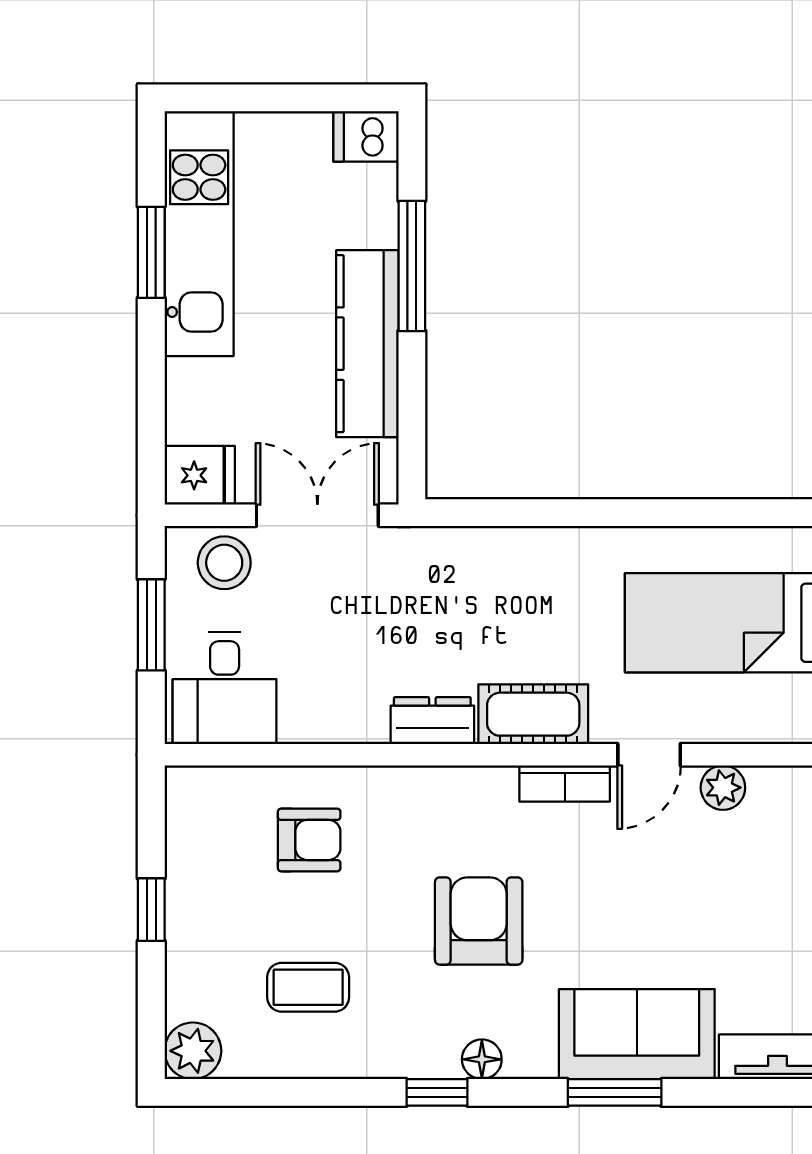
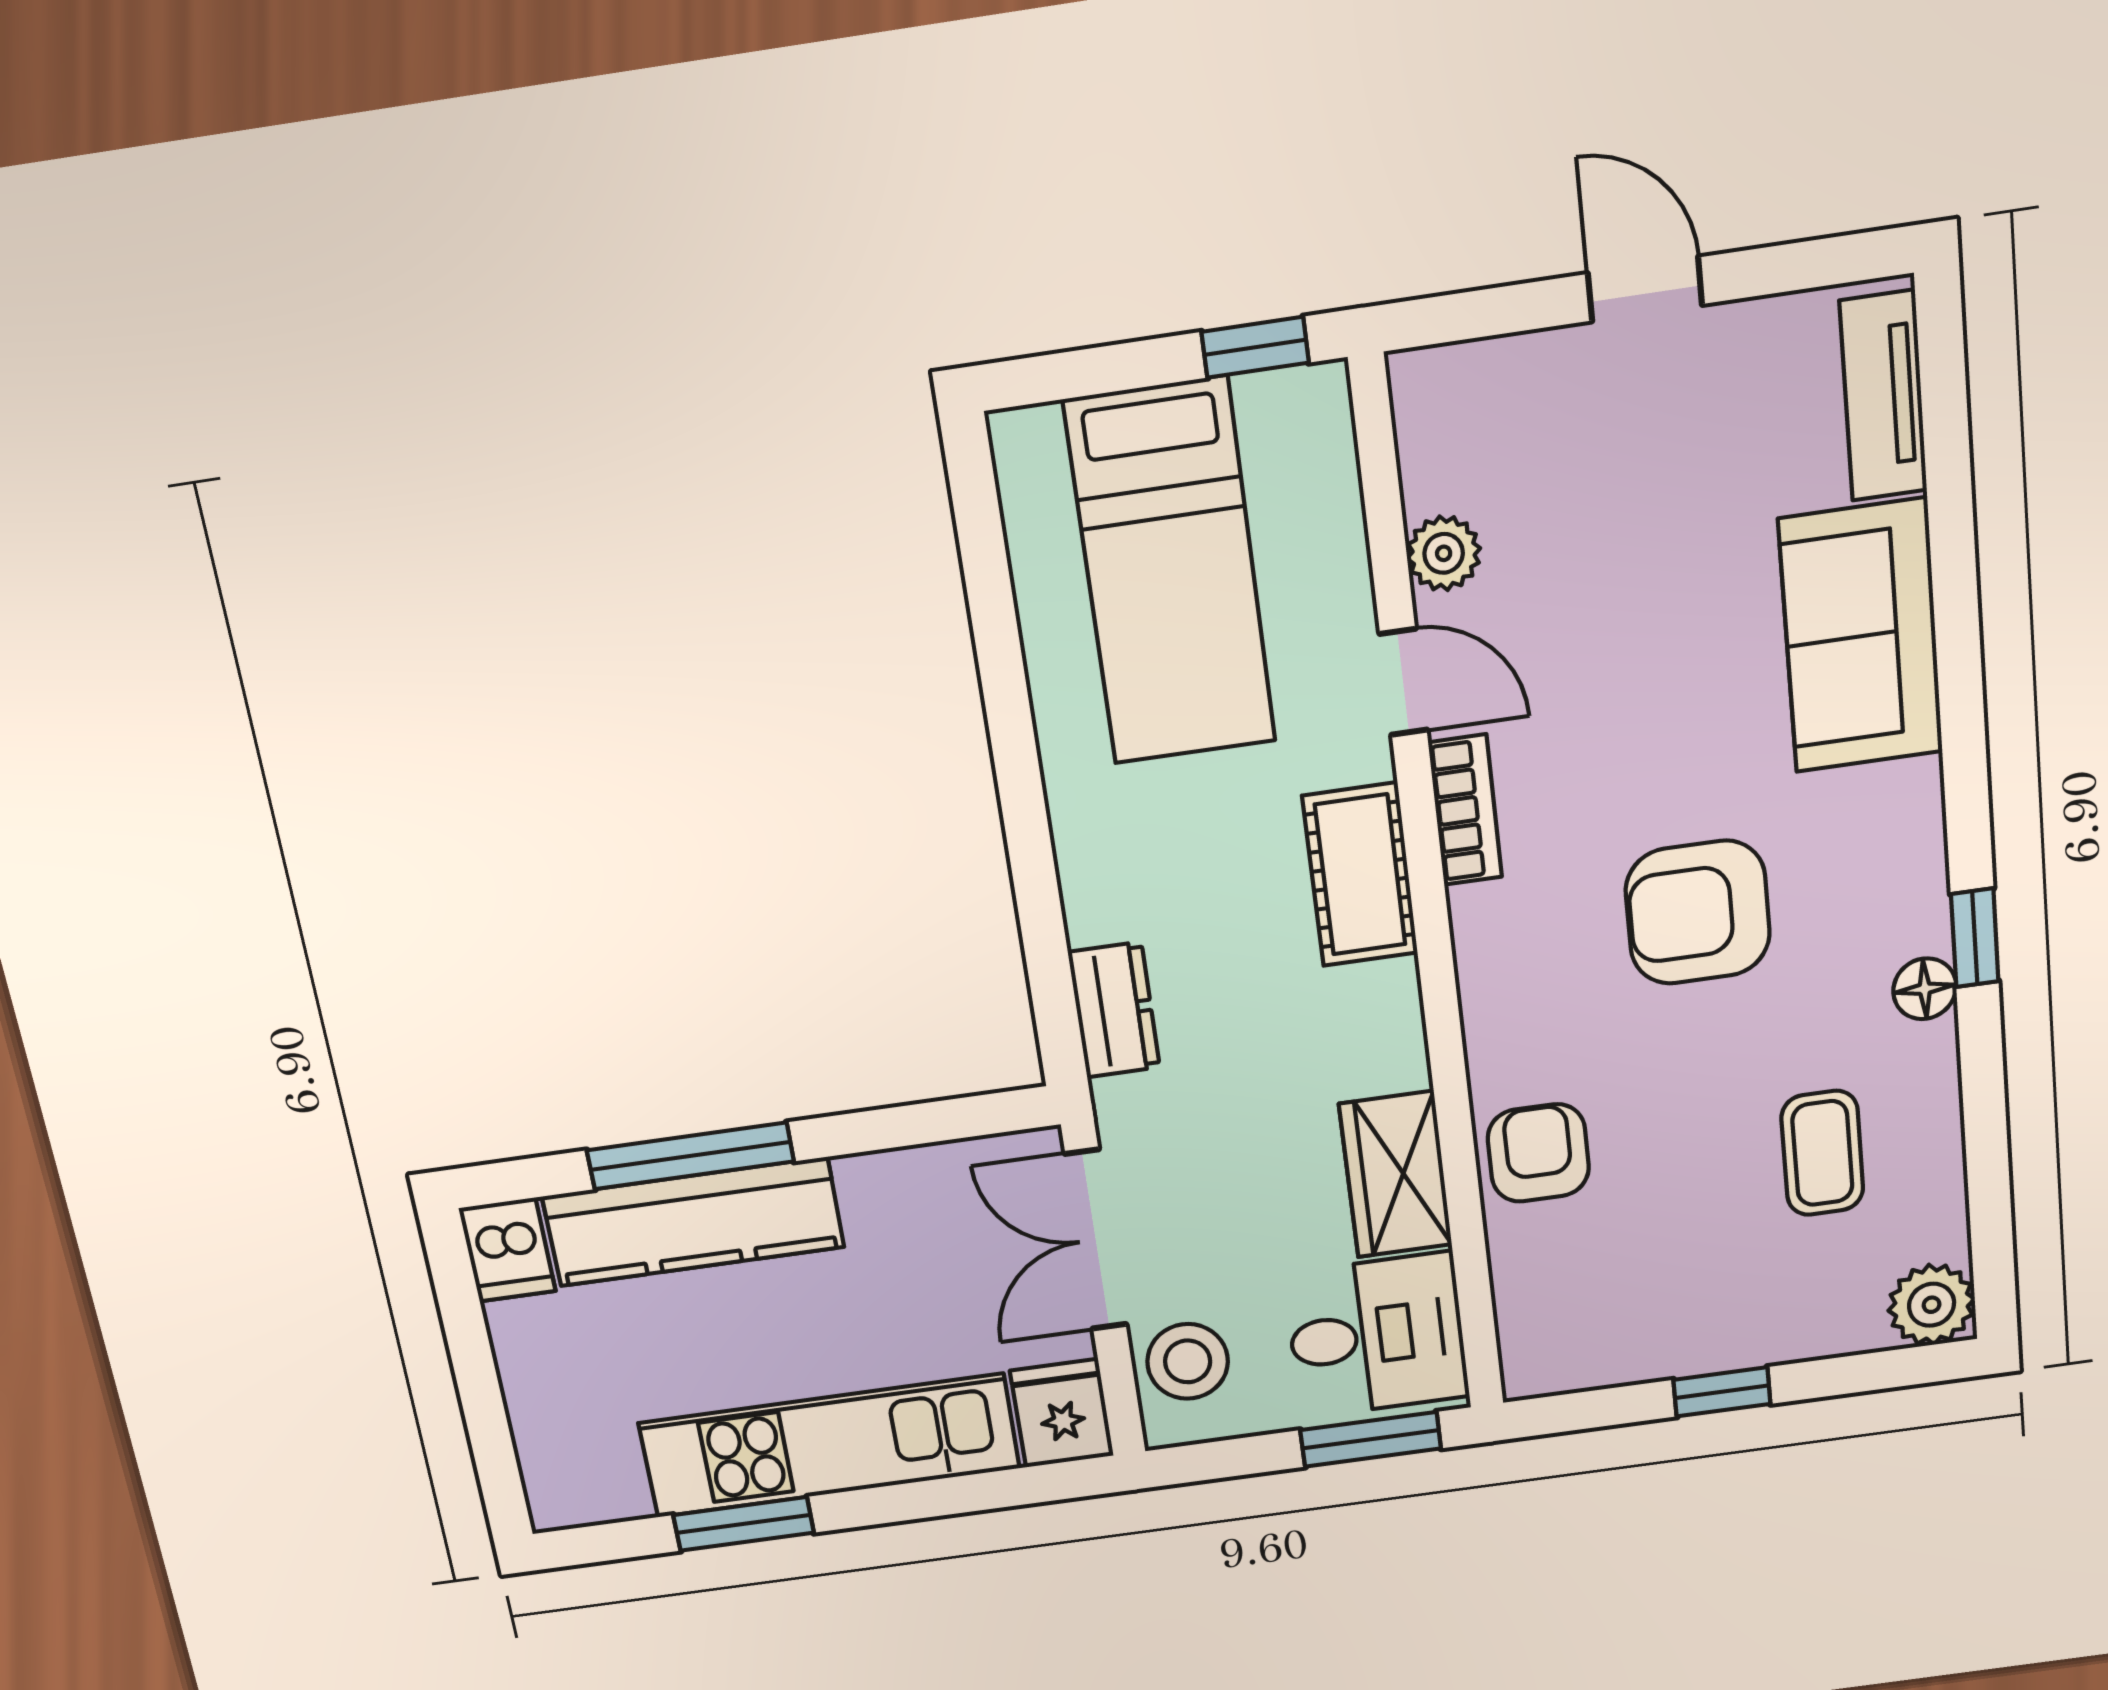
kitchen unit: (199, 234) -> (829, 1446), moved
kitchen counter: (367, 344) -> (693, 1222), moved
window: (151, 625) -> (1371, 1439), moved
wardrobe: (334, 713) -> (1396, 1174), added
dresser: (432, 721) -> (1114, 1010), moved, turned 180
armchair: (309, 840) -> (1538, 1153), moved
floor lamp: (482, 1059) -> (1925, 989), moved
window: (615, 1092) -> (1959, 659), removed

